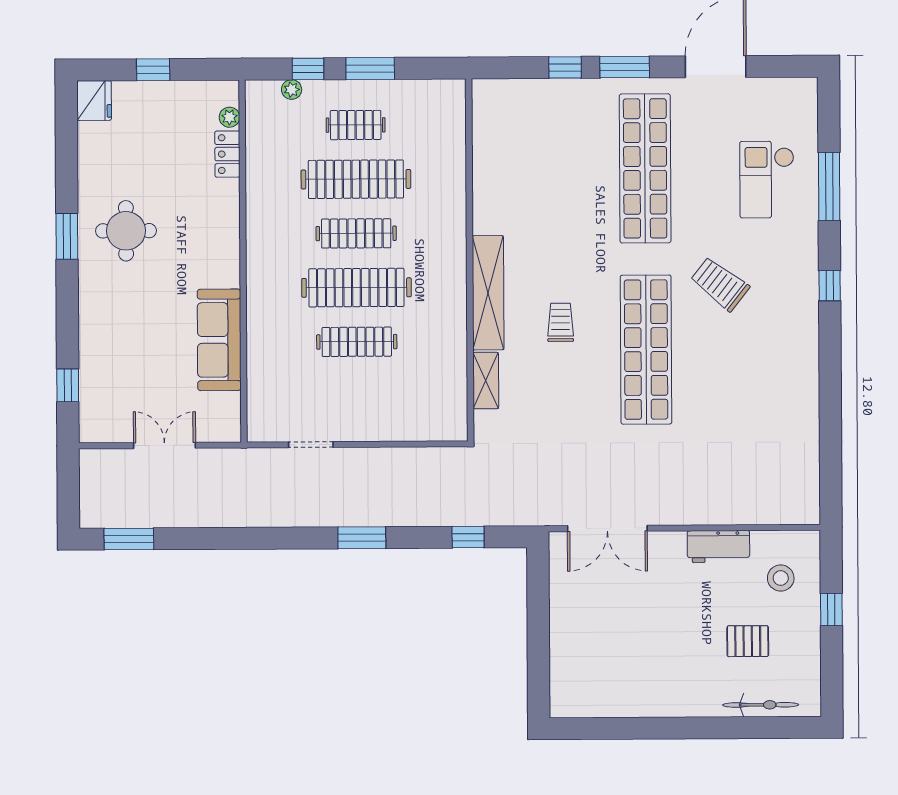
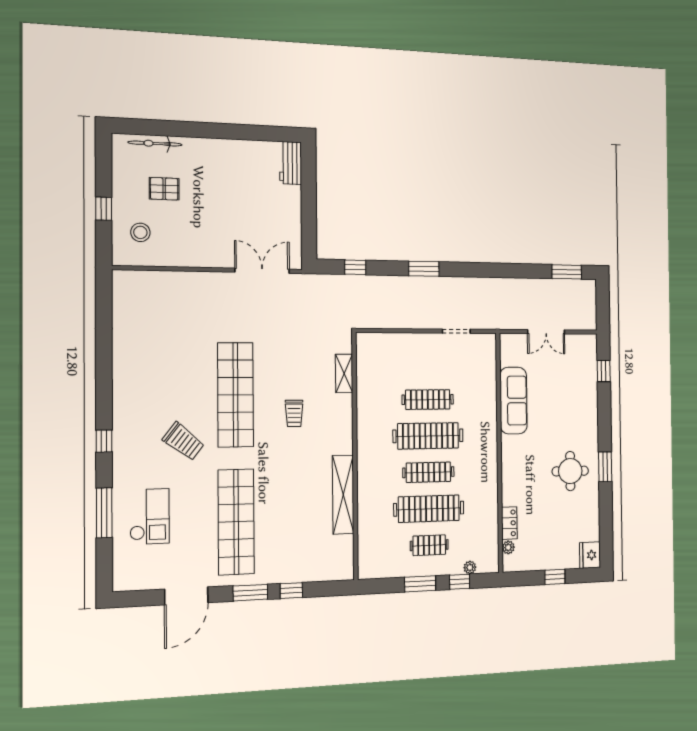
shelving: (488, 293) -> (343, 495), moved
workbench: (718, 547) -> (291, 163), moved, turned -90

